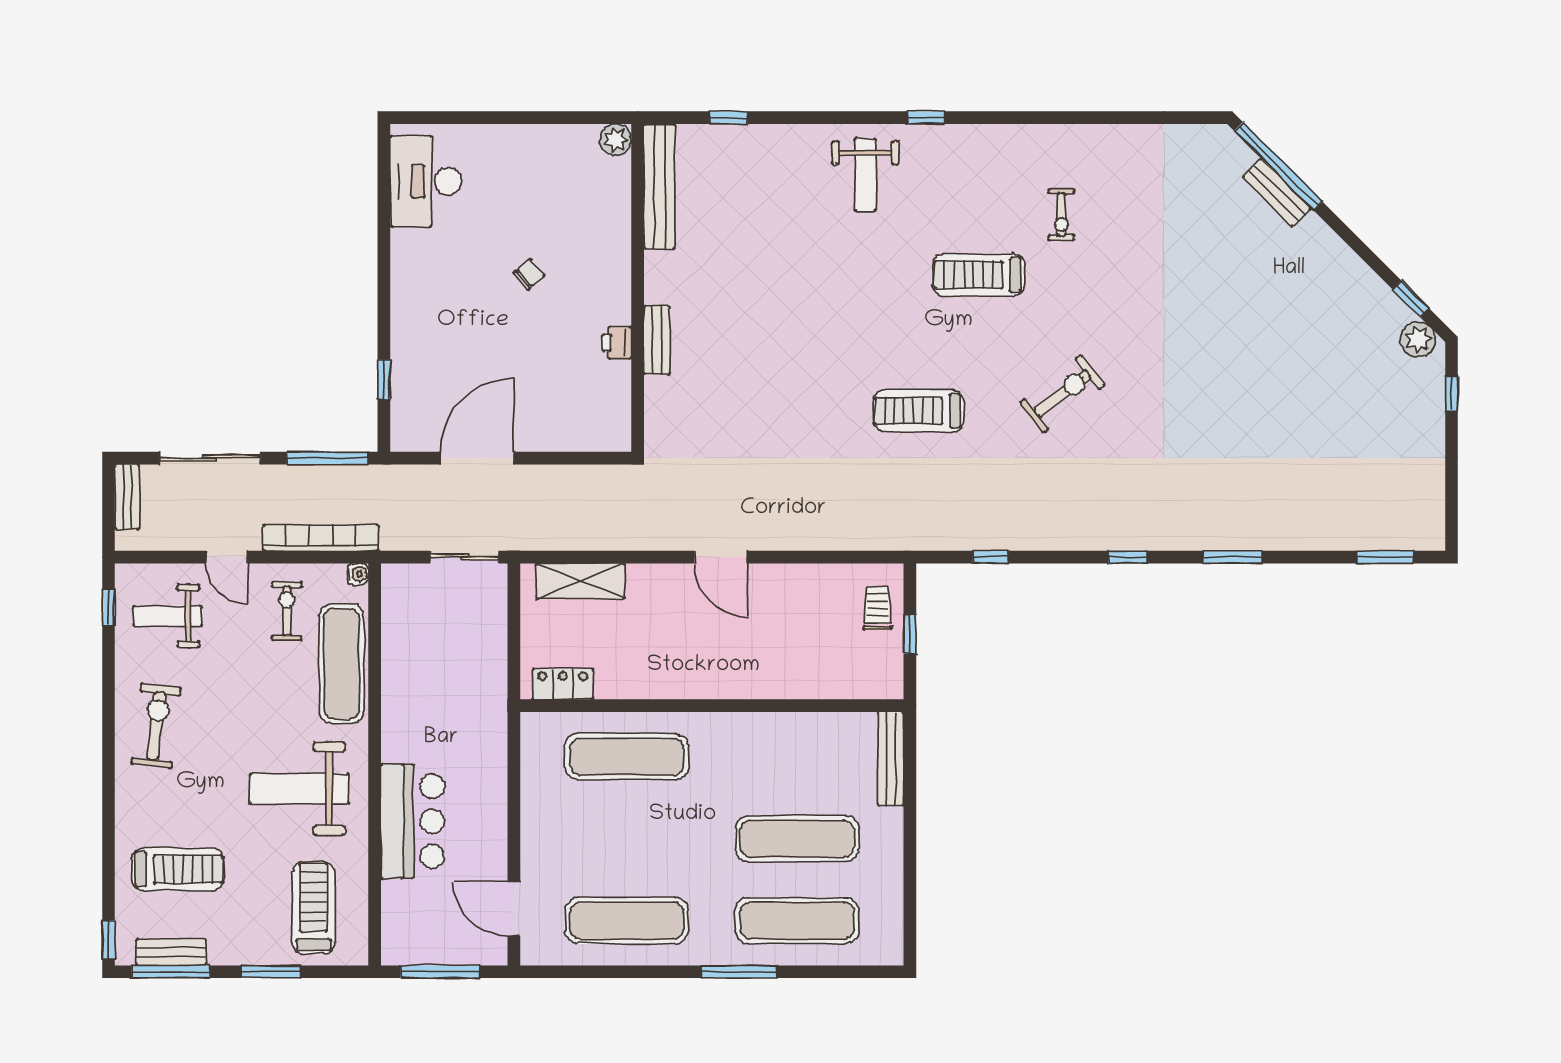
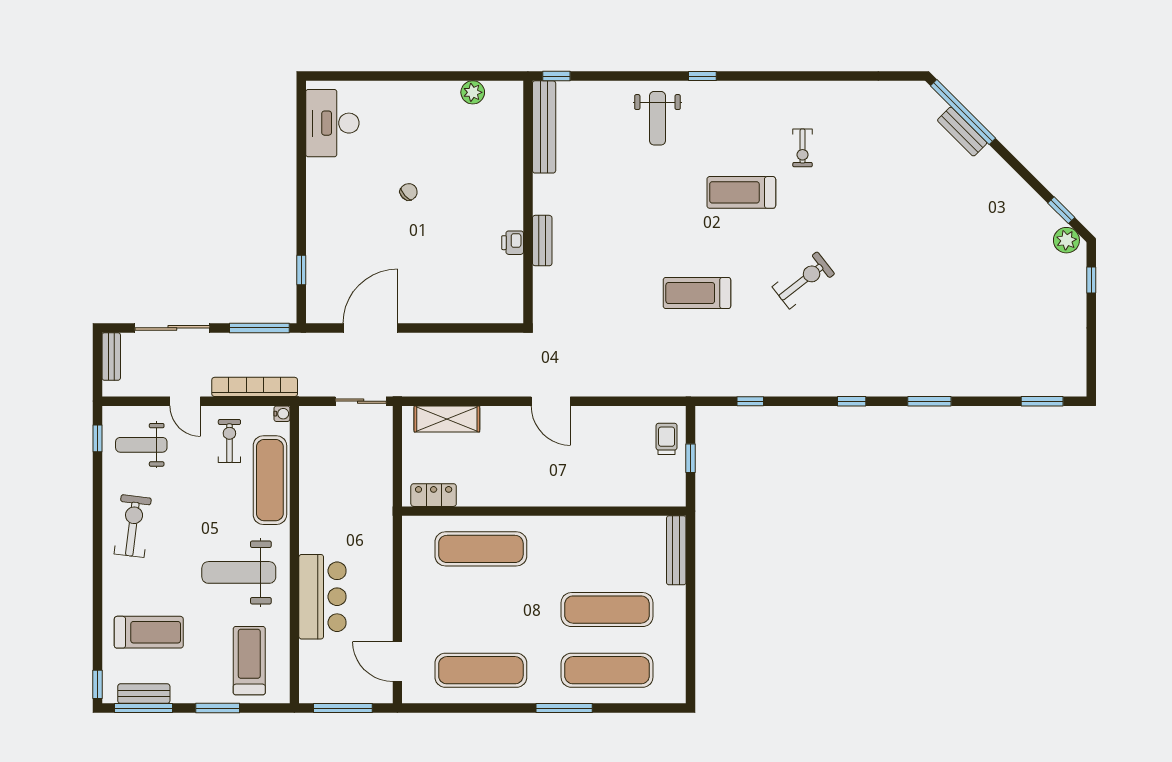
bench: (659, 186) -> (544, 127), moved
wall: (638, 288) -> (528, 202), moved
bench: (657, 340) -> (542, 241), moved
printer: (617, 343) -> (513, 243), moved

